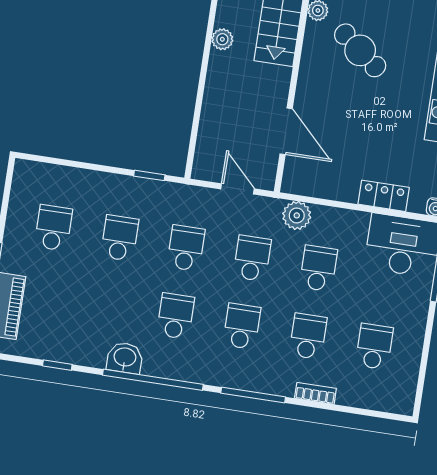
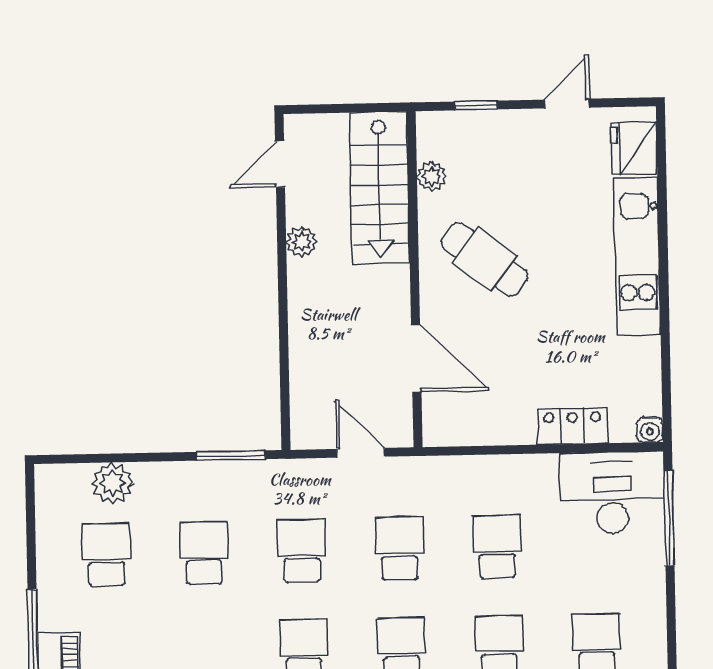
cafe table: (360, 50) -> (485, 259), moved
window: (149, 175) -> (231, 456), width x1.50
plant: (297, 215) -> (112, 483), moved

